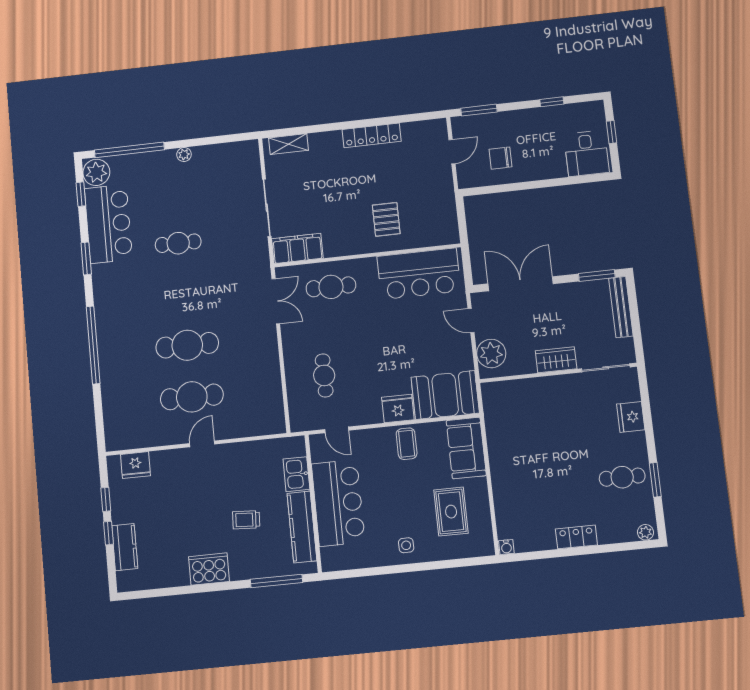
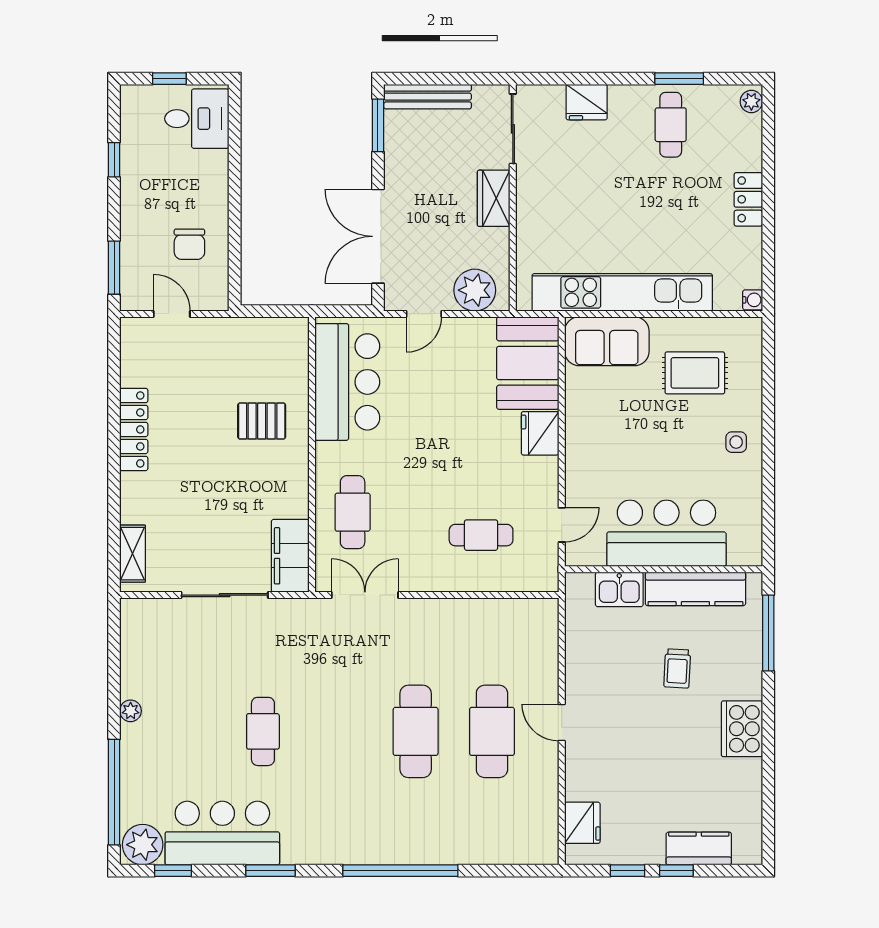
coffee table: (407, 444) -> (592, 426), removed
kitchen unit: (501, 455) -> (622, 292), added

